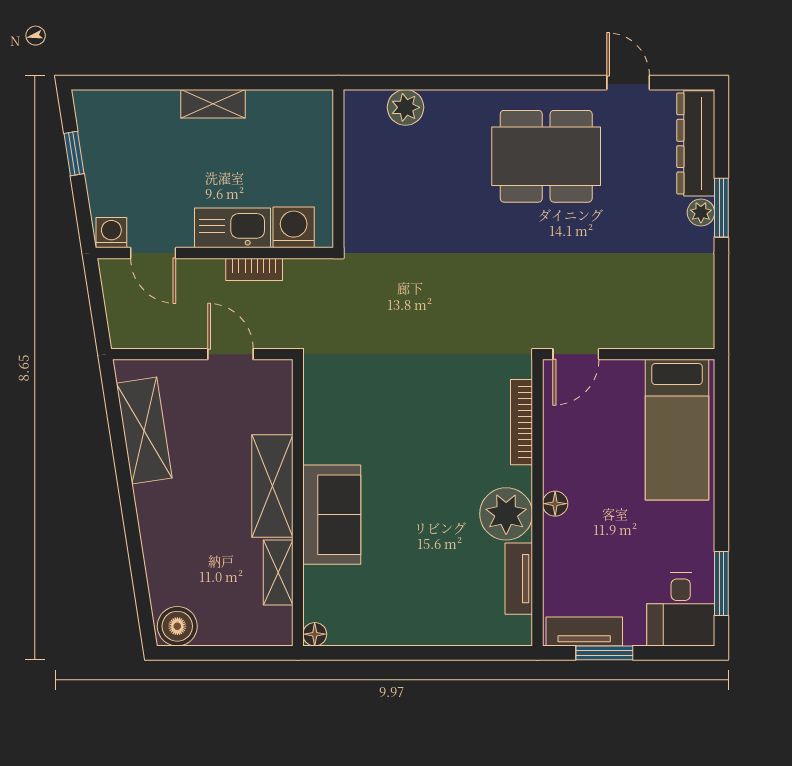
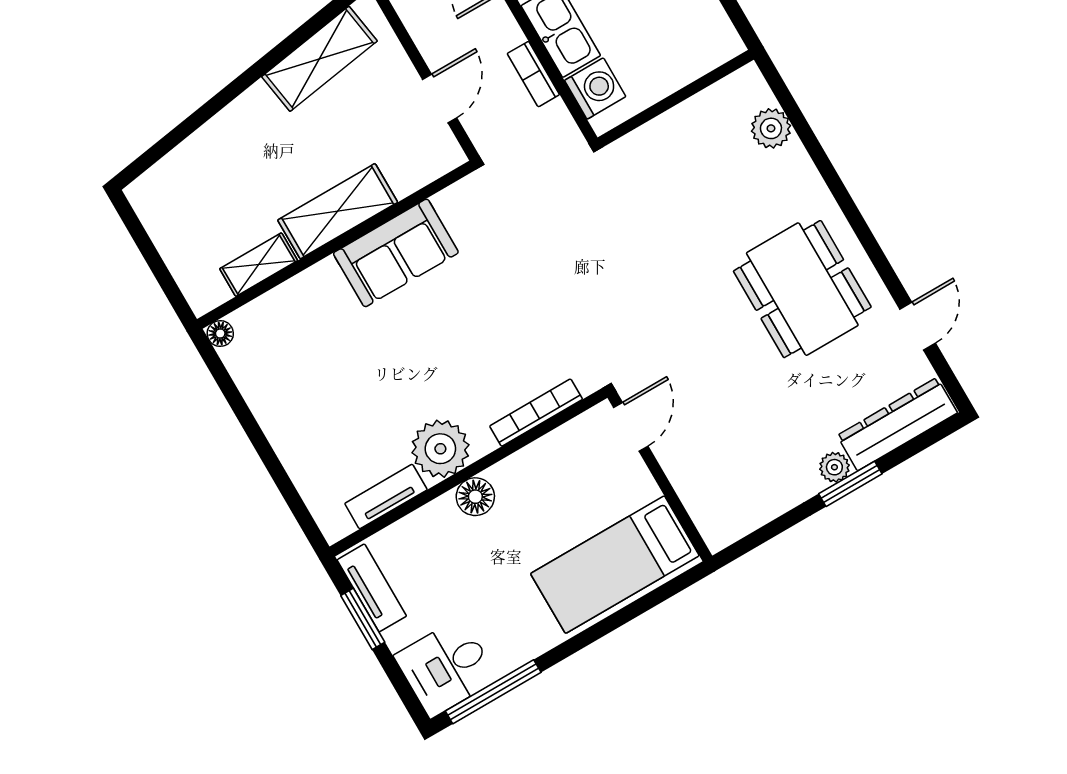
door: (576, 354) -> (631, 427), swing flipped
floor lamp: (555, 504) -> (475, 497), width x1.37, depth x1.37
sofa: (332, 515) -> (396, 253), moved
window: (721, 583) -> (493, 692), width x1.44
boiler: (177, 626) -> (152, 198), removed

